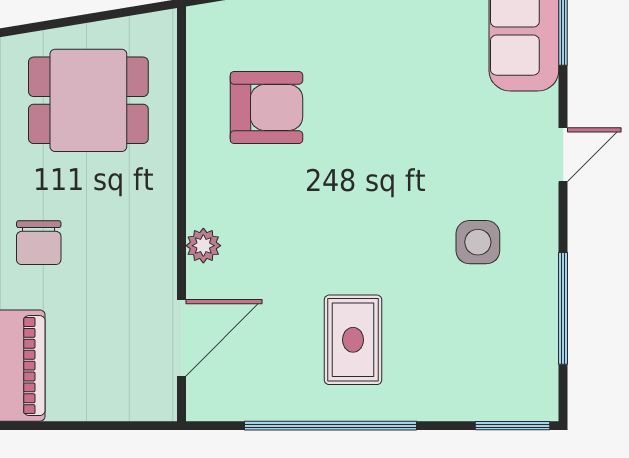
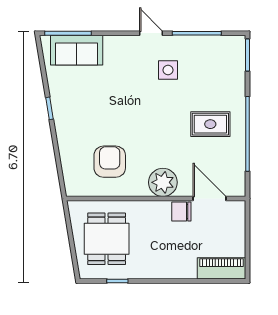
door: (563, 155) -> (151, 33), moved
chair: (39, 243) -> (181, 212), moved, turned 180
plant: (203, 246) -> (163, 182), width x1.87, depth x1.87

